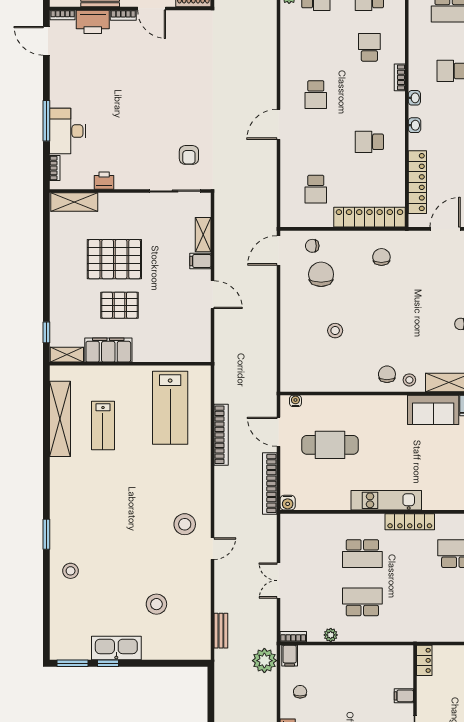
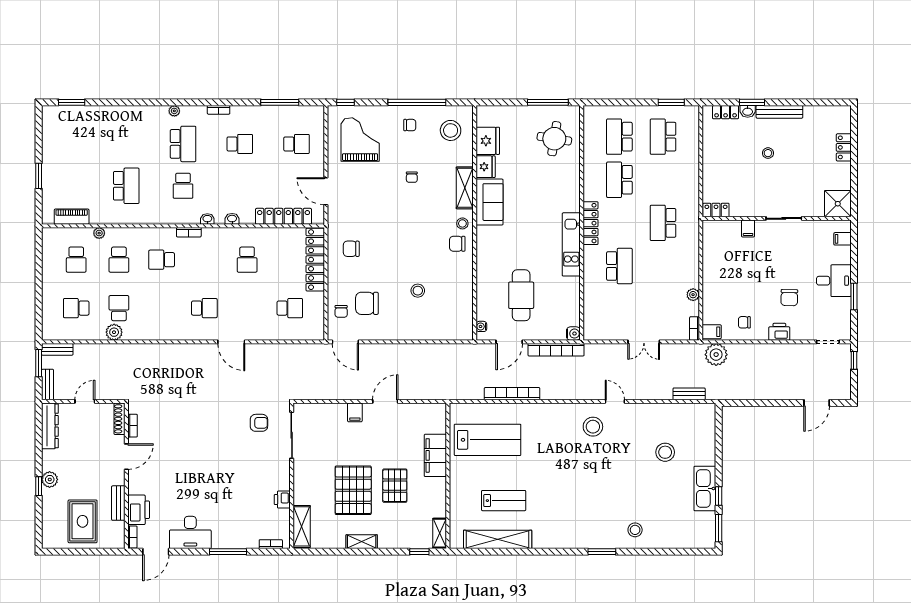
bookcase: (123, 15) -> (133, 426), moved
desk: (68, 131) -> (190, 532), moved
shelving: (203, 235) -> (362, 542), moved
filing cabinet: (108, 350) -> (435, 455), moved
school desk: (362, 602) -> (663, 223), moved

